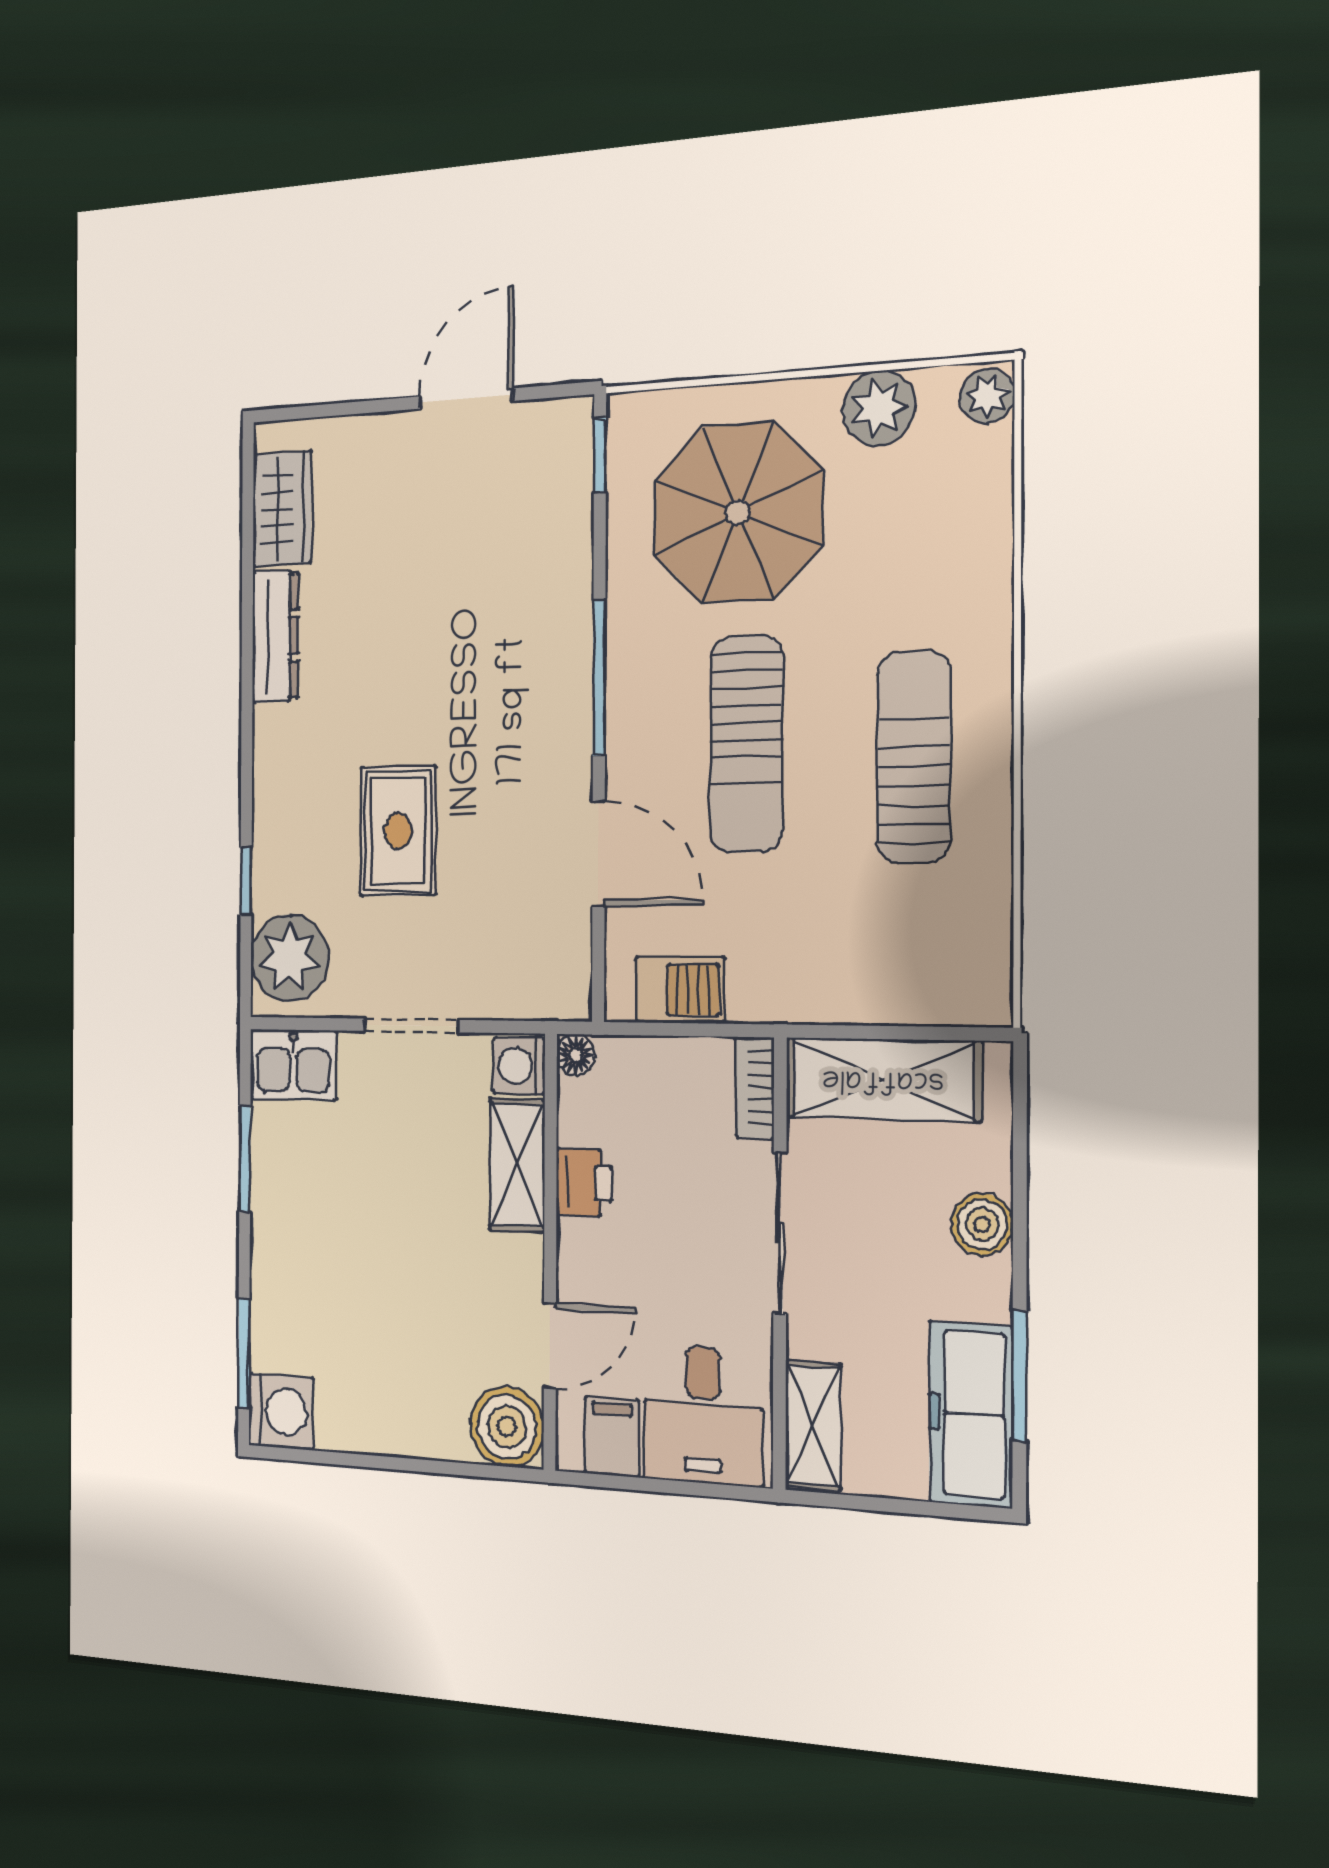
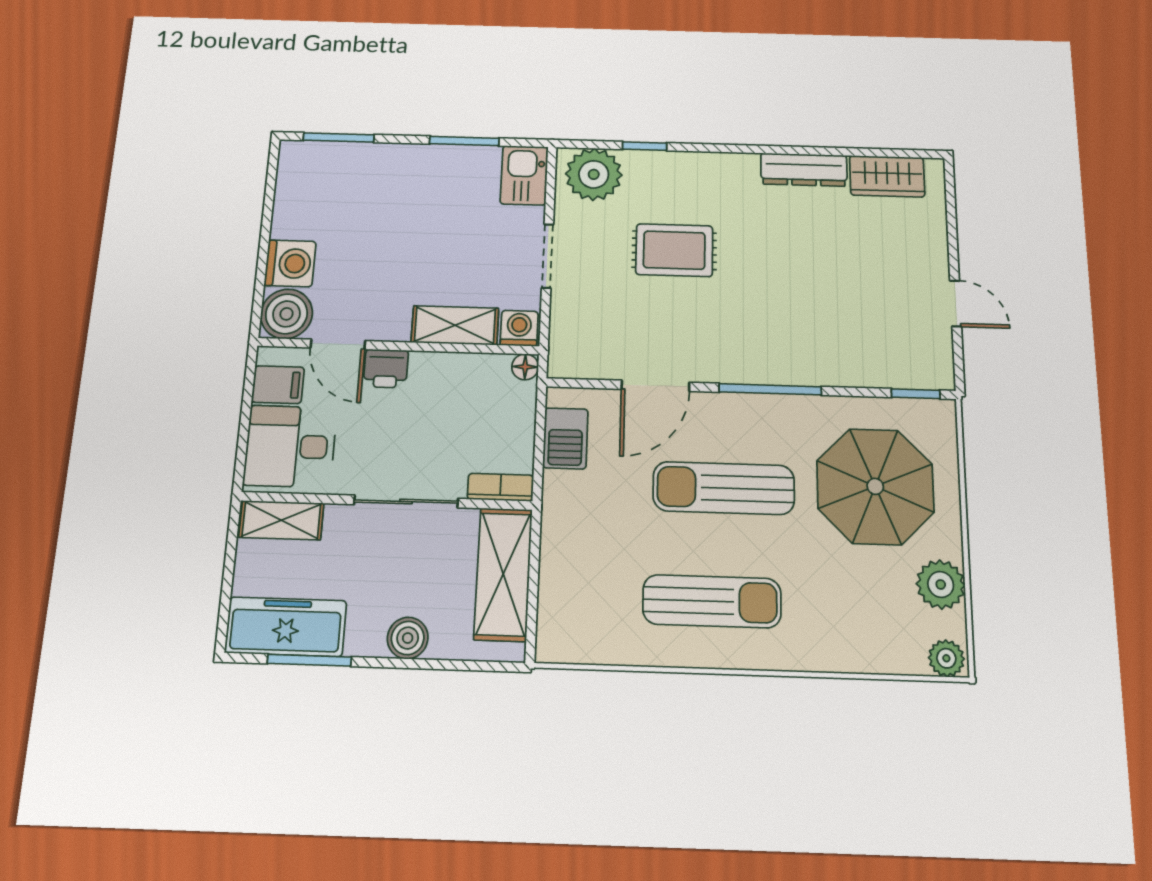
door: (466, 399) -> (956, 304), width x0.73
printer: (584, 1183) -> (386, 369), moved
washing machine: (281, 1411) -> (290, 263), moved, turned -90

